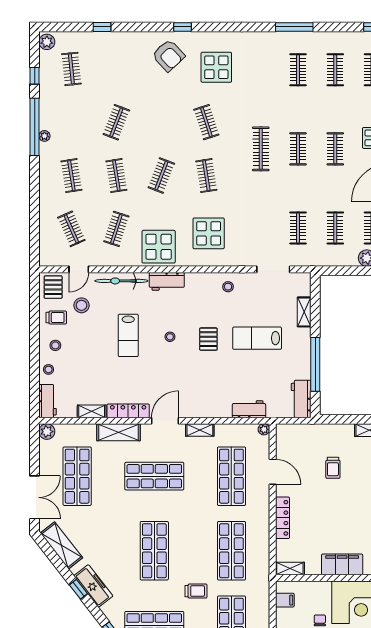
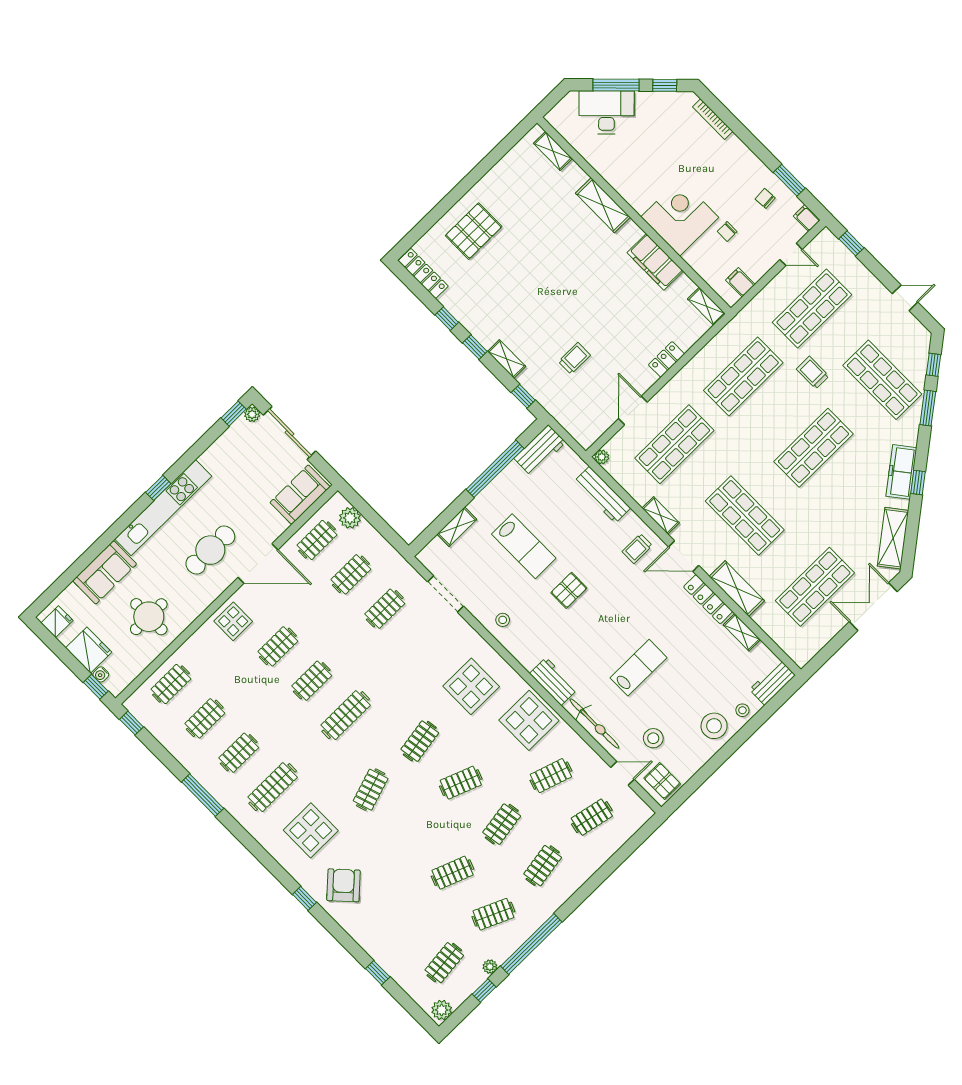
clothes rail: (261, 70) -> (273, 787), added
clothes rail: (71, 122) -> (493, 914), added
plant: (44, 136) -> (490, 967), moved
clothes rail: (71, 229) -> (592, 817), turned 36
pallet: (53, 287) -> (662, 781), turned 90
trolley: (56, 318) -> (637, 549), moved, turned -90
stool: (170, 337) -> (602, 628), removed
stool: (55, 345) -> (714, 726), width x1.89, depth x1.89
workbench: (249, 409) -> (602, 495), width x1.38
window: (340, 419) -> (523, 396), added
plant: (47, 432) -> (801, 655), removed
locker: (282, 518) -> (666, 359), width x0.66

